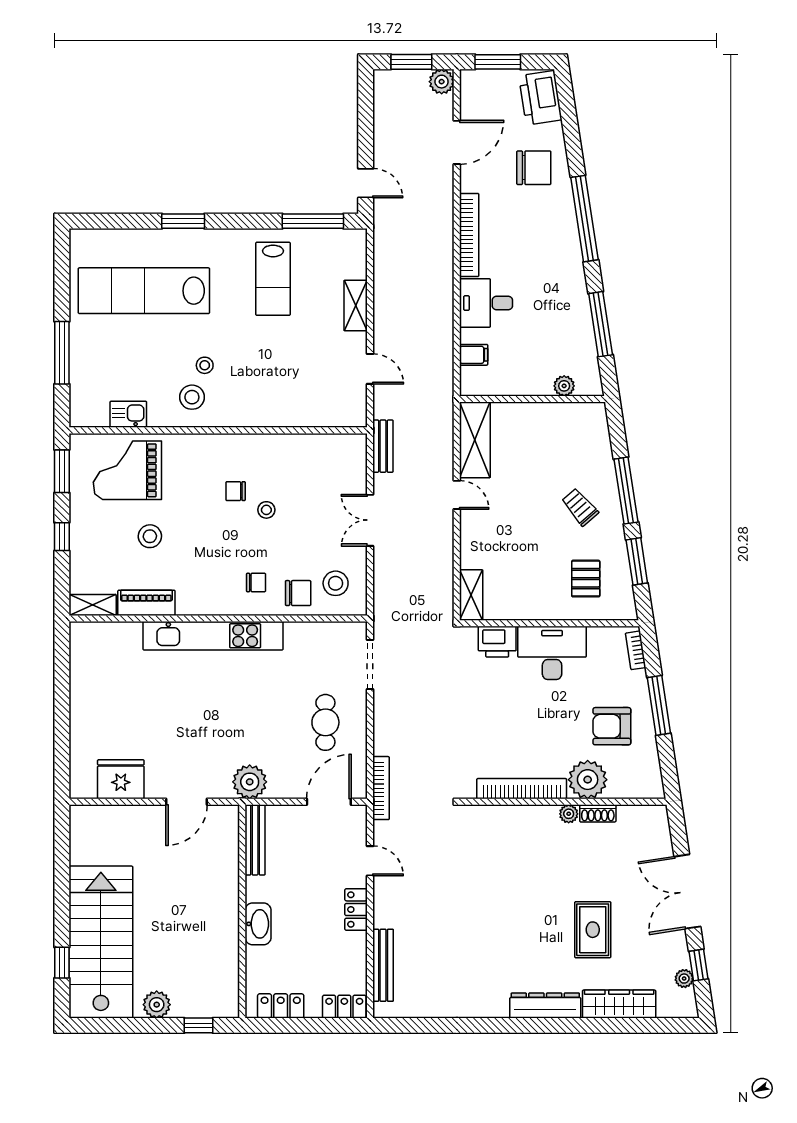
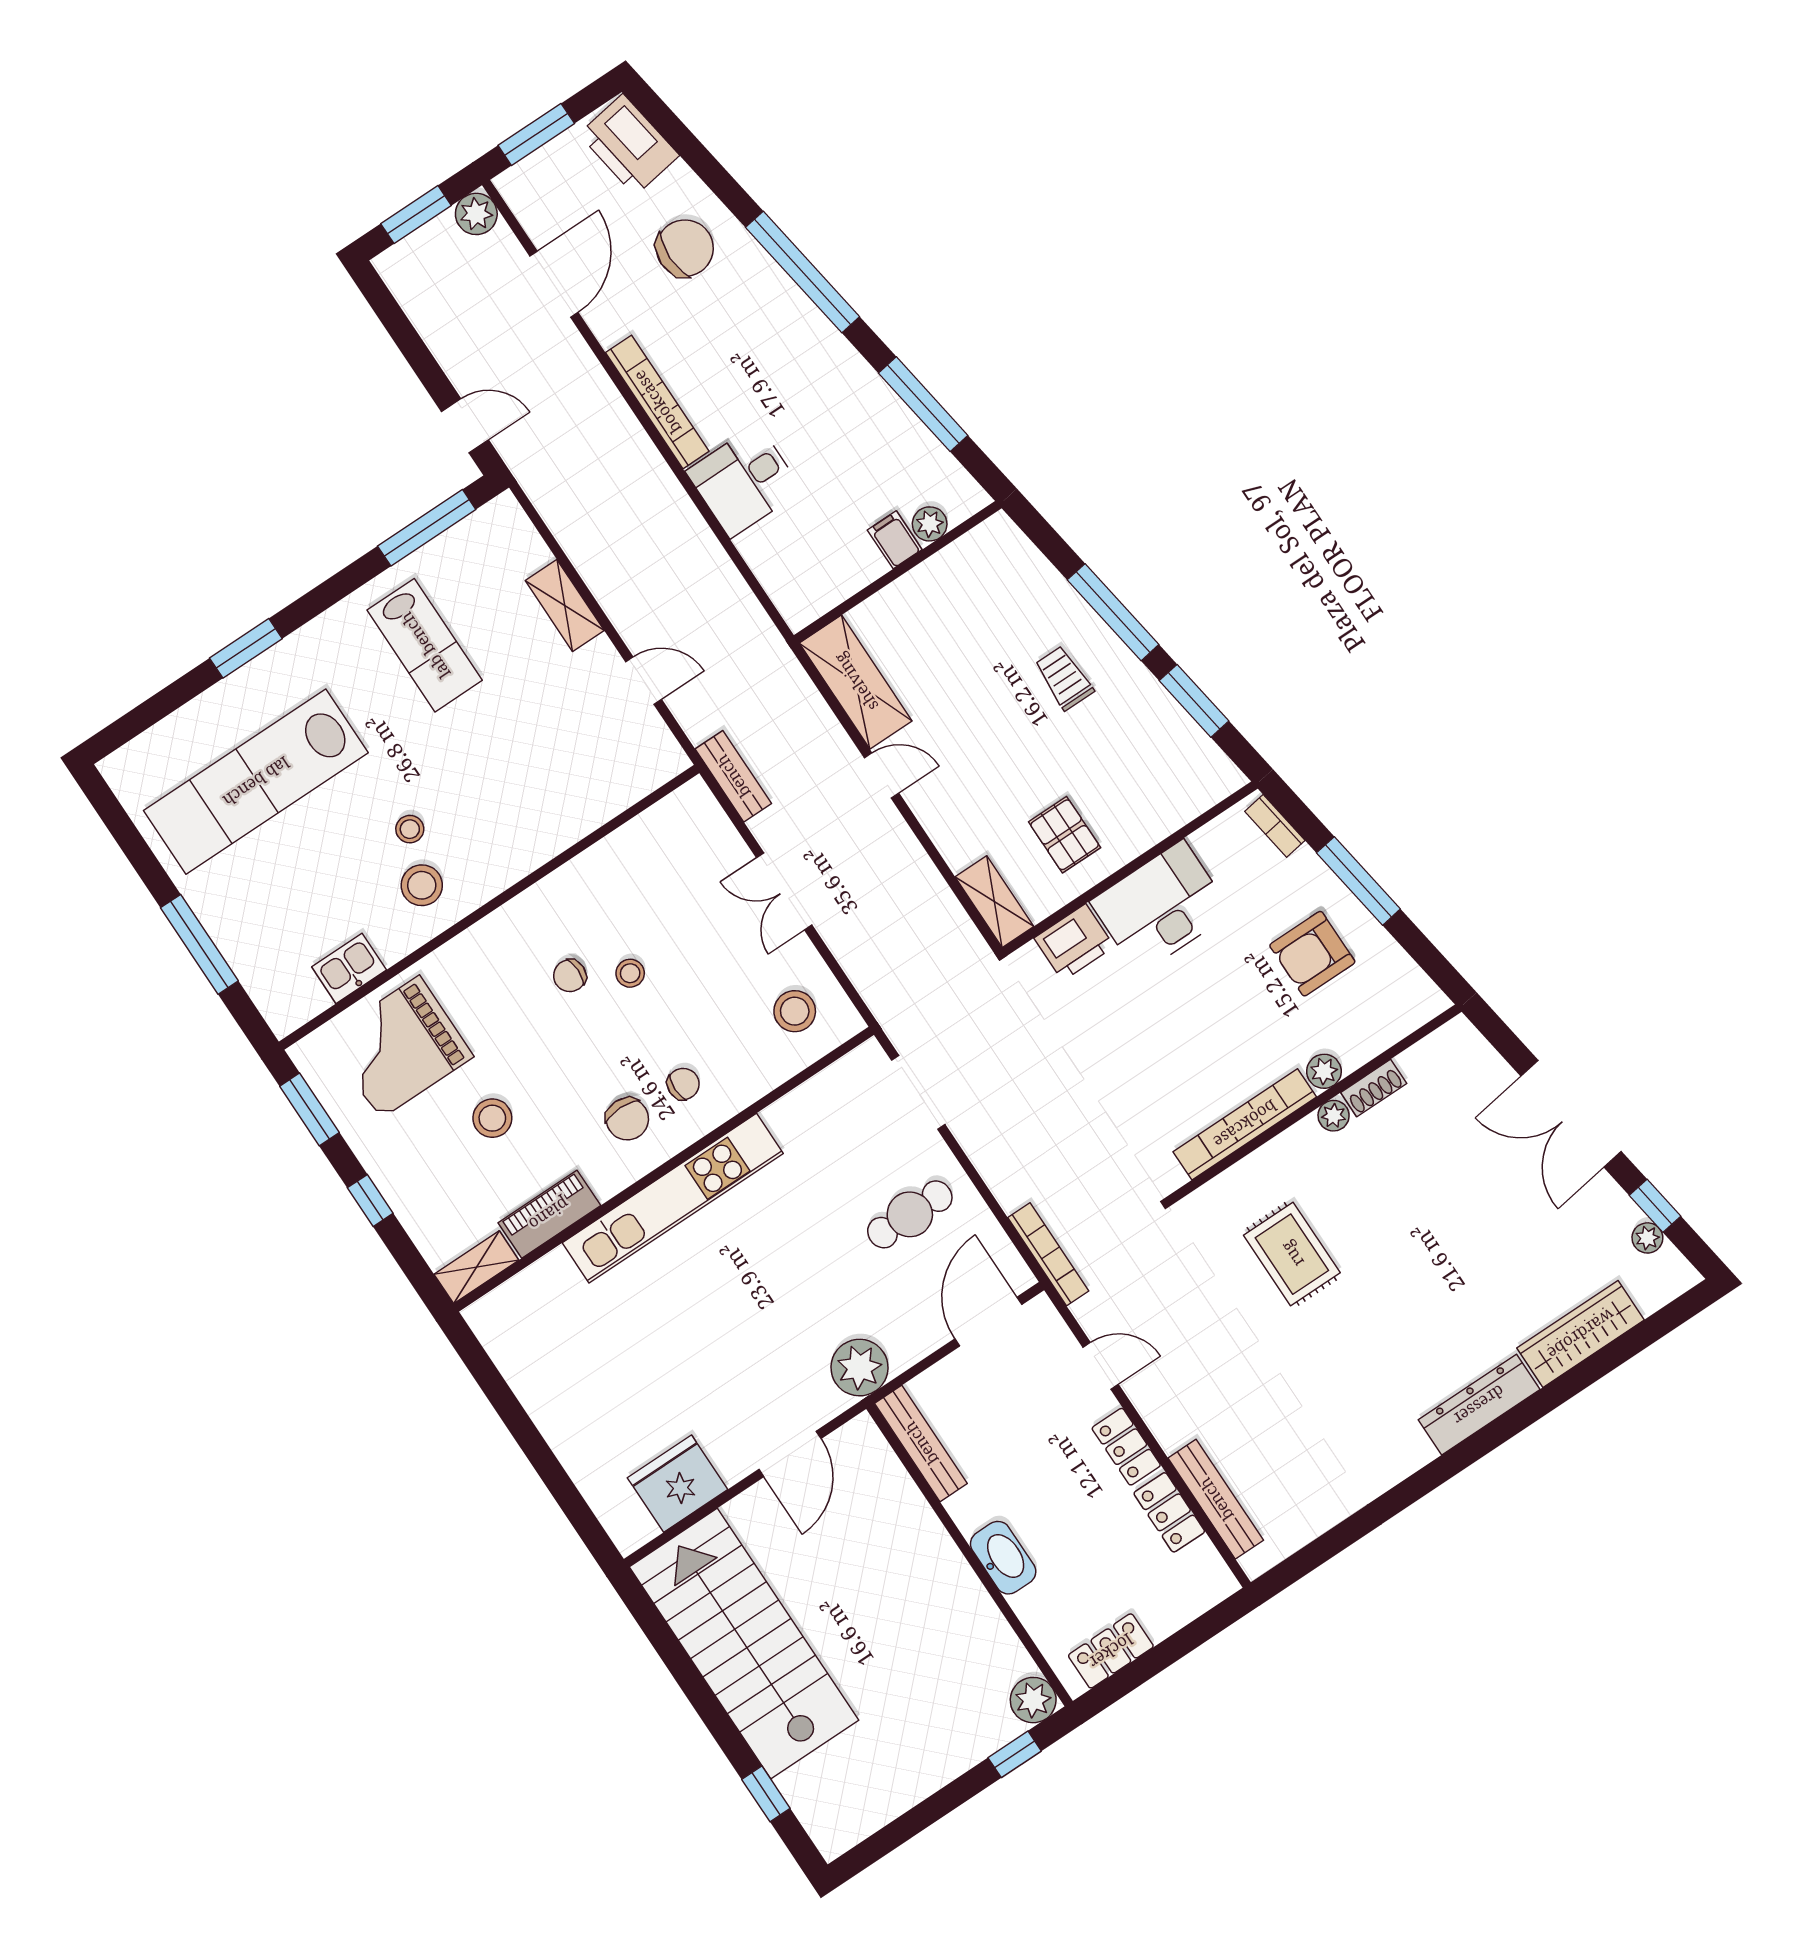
filing cabinet: (474, 355) -> (895, 540), moved, turned -90
trolley: (580, 507) -> (1064, 678), turned 41
pallet: (586, 579) -> (1065, 835), moved
chair: (298, 593) -> (627, 1119), moved, turned 90
cafe table: (325, 722) -> (910, 1214), turned 90
plant: (588, 780) -> (1324, 1071), width x0.53, depth x0.53
rug: (593, 930) -> (1292, 1254), moved
stairs: (101, 942) -> (744, 1644), moved
plant: (157, 1005) -> (1033, 1700), moved
locker: (344, 1007) -> (1169, 1512), moved, turned -90

